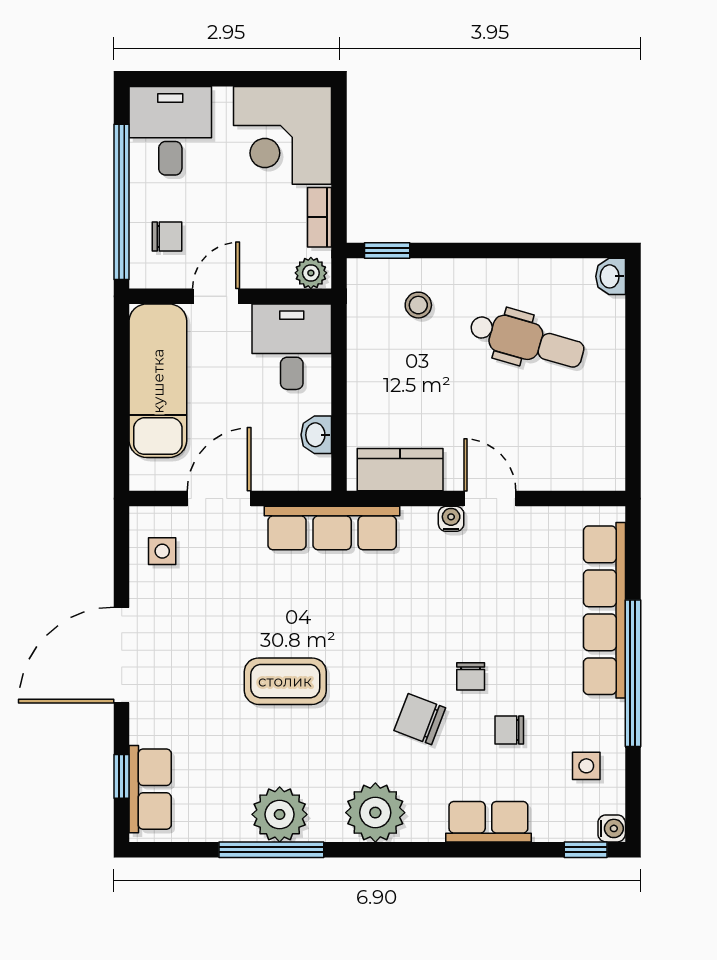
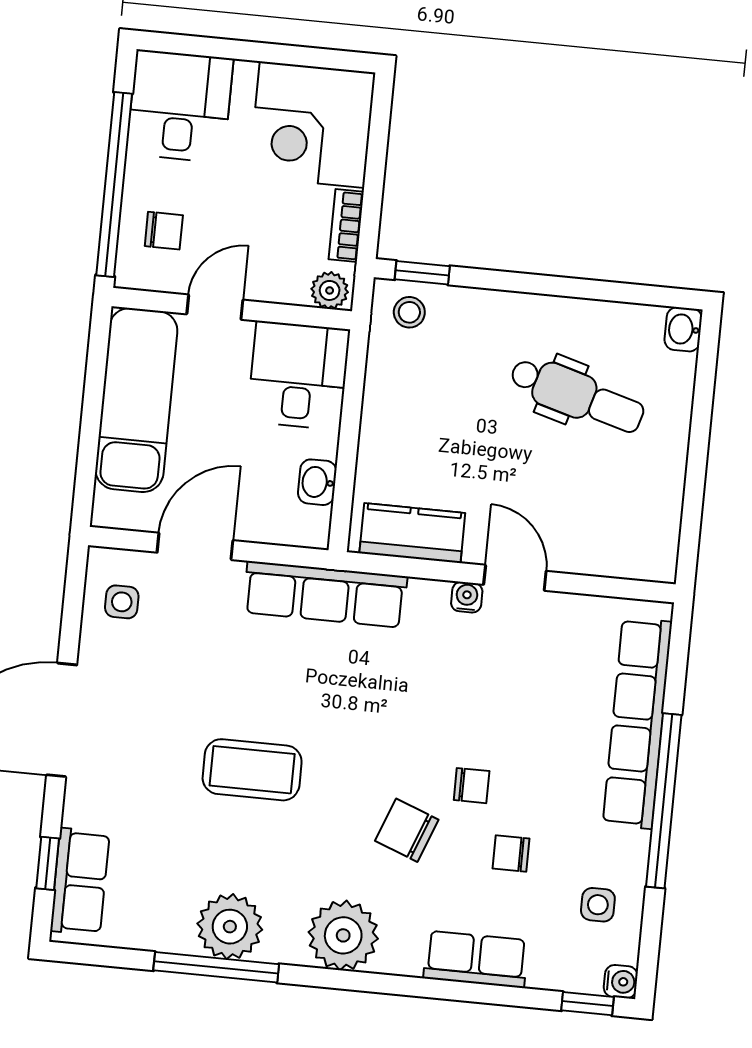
stool: (418, 305) -> (409, 312), moved
chair: (471, 676) -> (472, 786), turned -90

